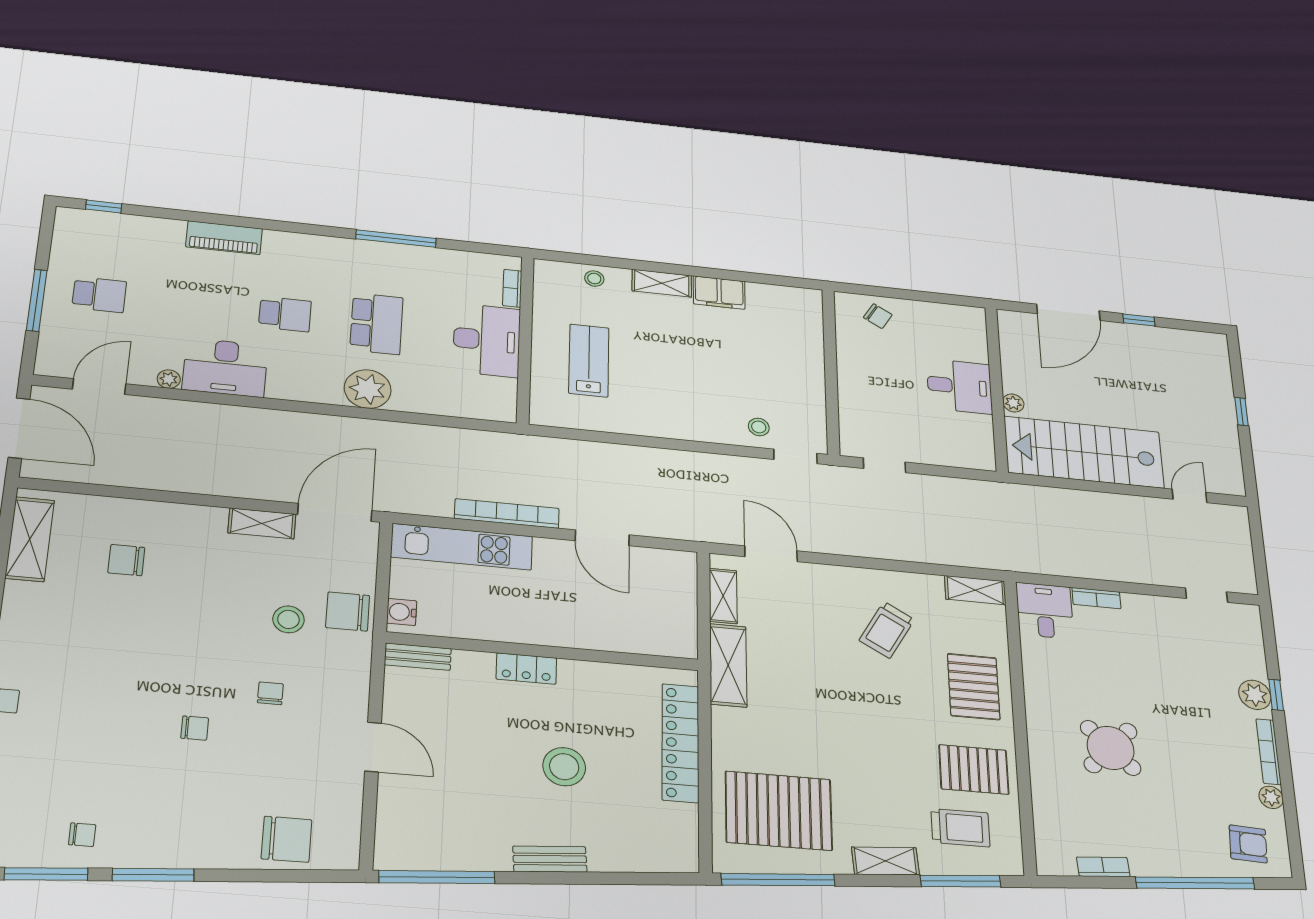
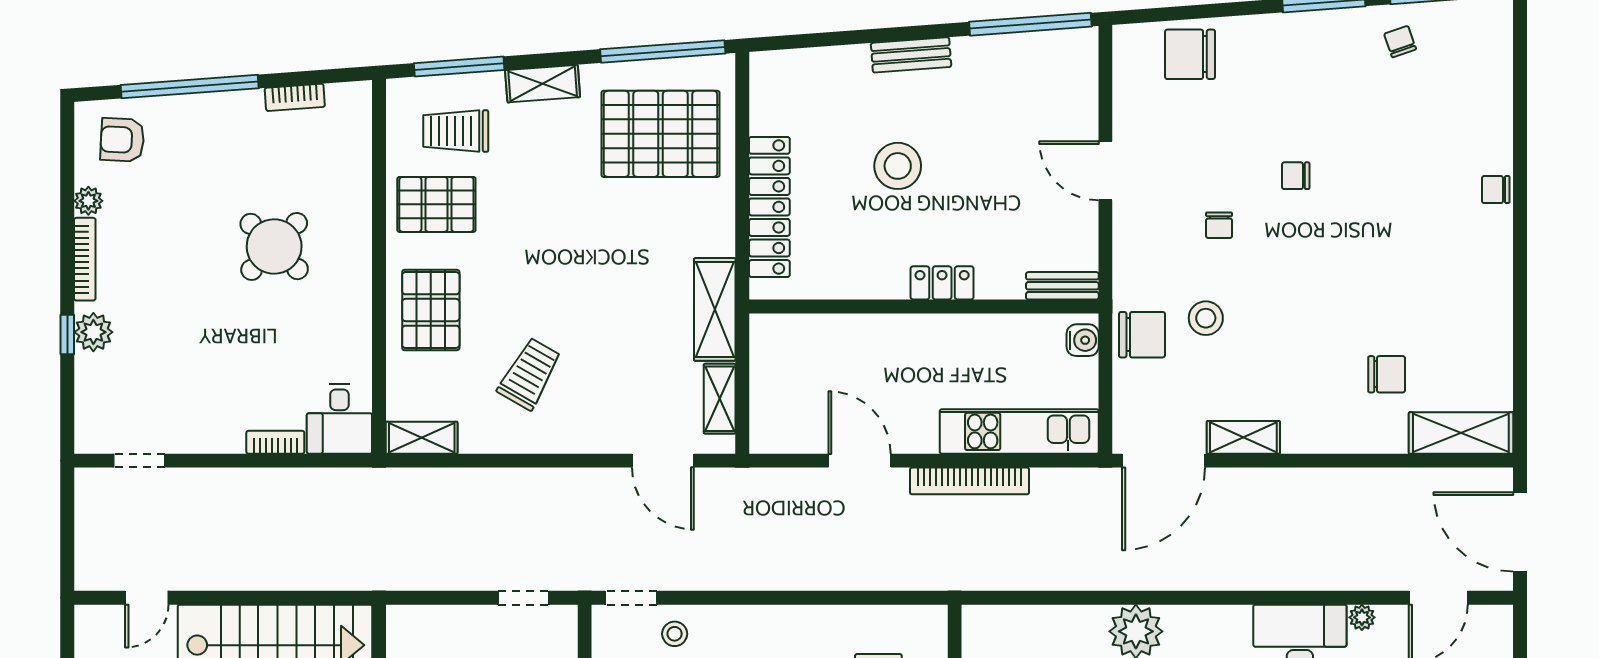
shelving: (30, 539) -> (1461, 433), moved, turned 90
chair: (82, 835) -> (1400, 42), turned 71

